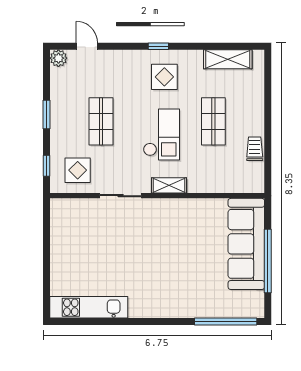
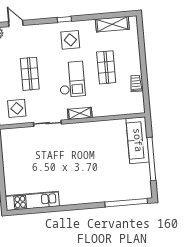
sofa: (246, 244) -> (138, 140), width x0.74, depth x0.79

